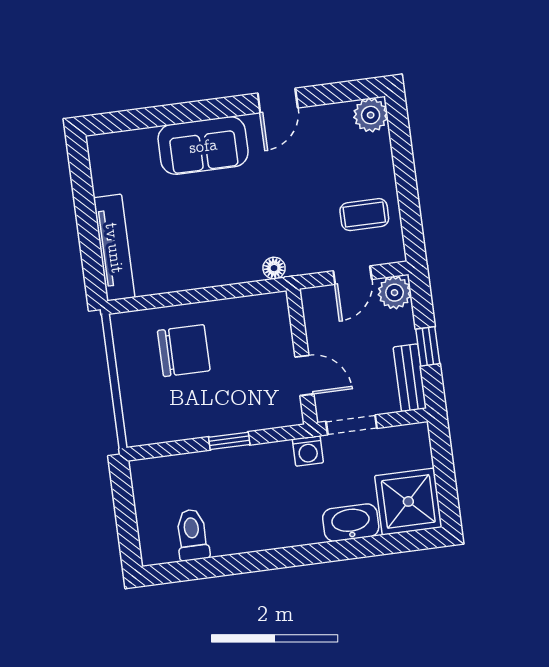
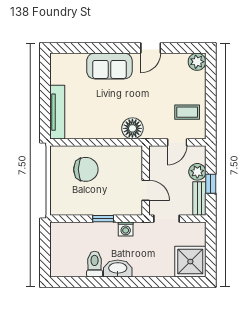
floor lamp: (274, 268) -> (132, 128), width x1.89, depth x1.89
plant: (395, 293) -> (197, 172), moved
washing machine: (308, 451) -> (126, 229), moved
washbasin: (351, 523) -> (118, 268), moved
toilet: (192, 535) -> (95, 264), moved

